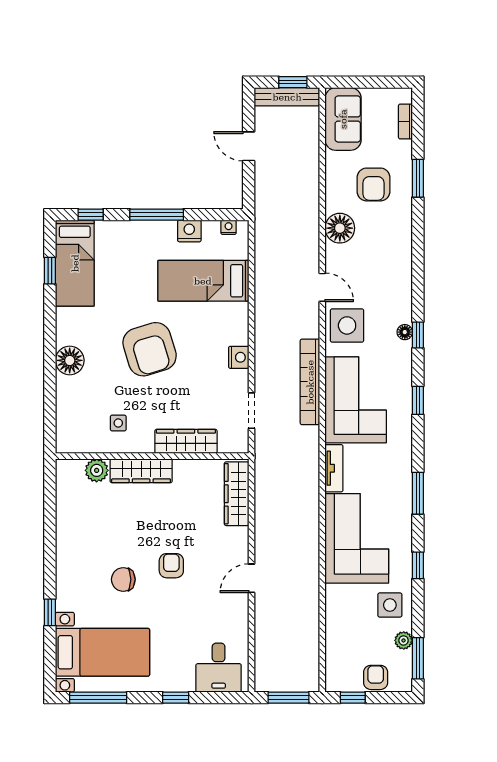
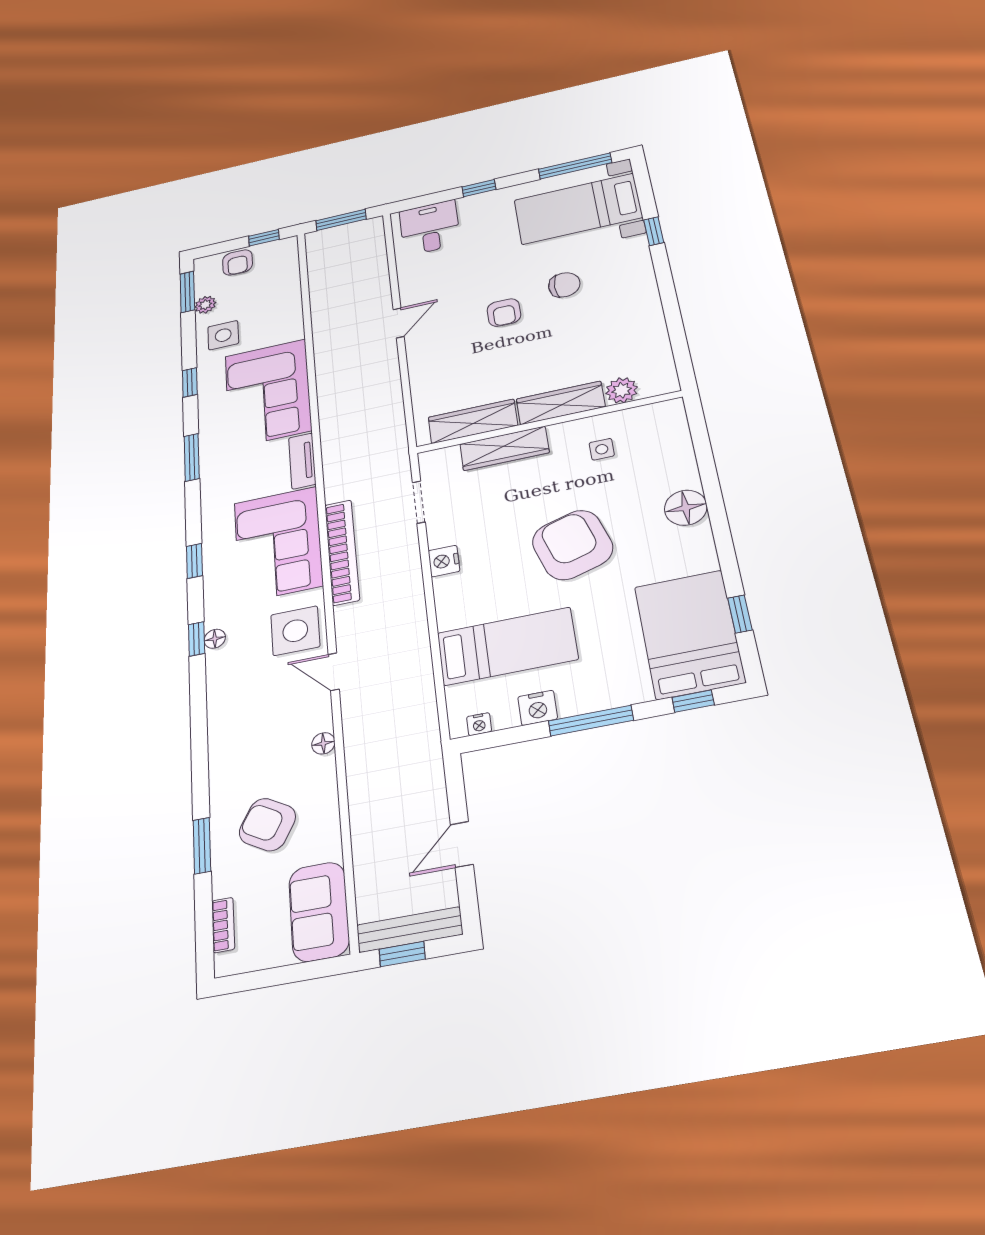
door: (249, 146) -> (462, 844), swing flipped
armchair: (373, 184) -> (267, 825), turned -60
floor lamp: (340, 228) -> (323, 743), width x0.53, depth x0.53
bed: (75, 263) -> (689, 634), width x1.50
wardrobe: (237, 494) -> (473, 421), moved, turned -90

